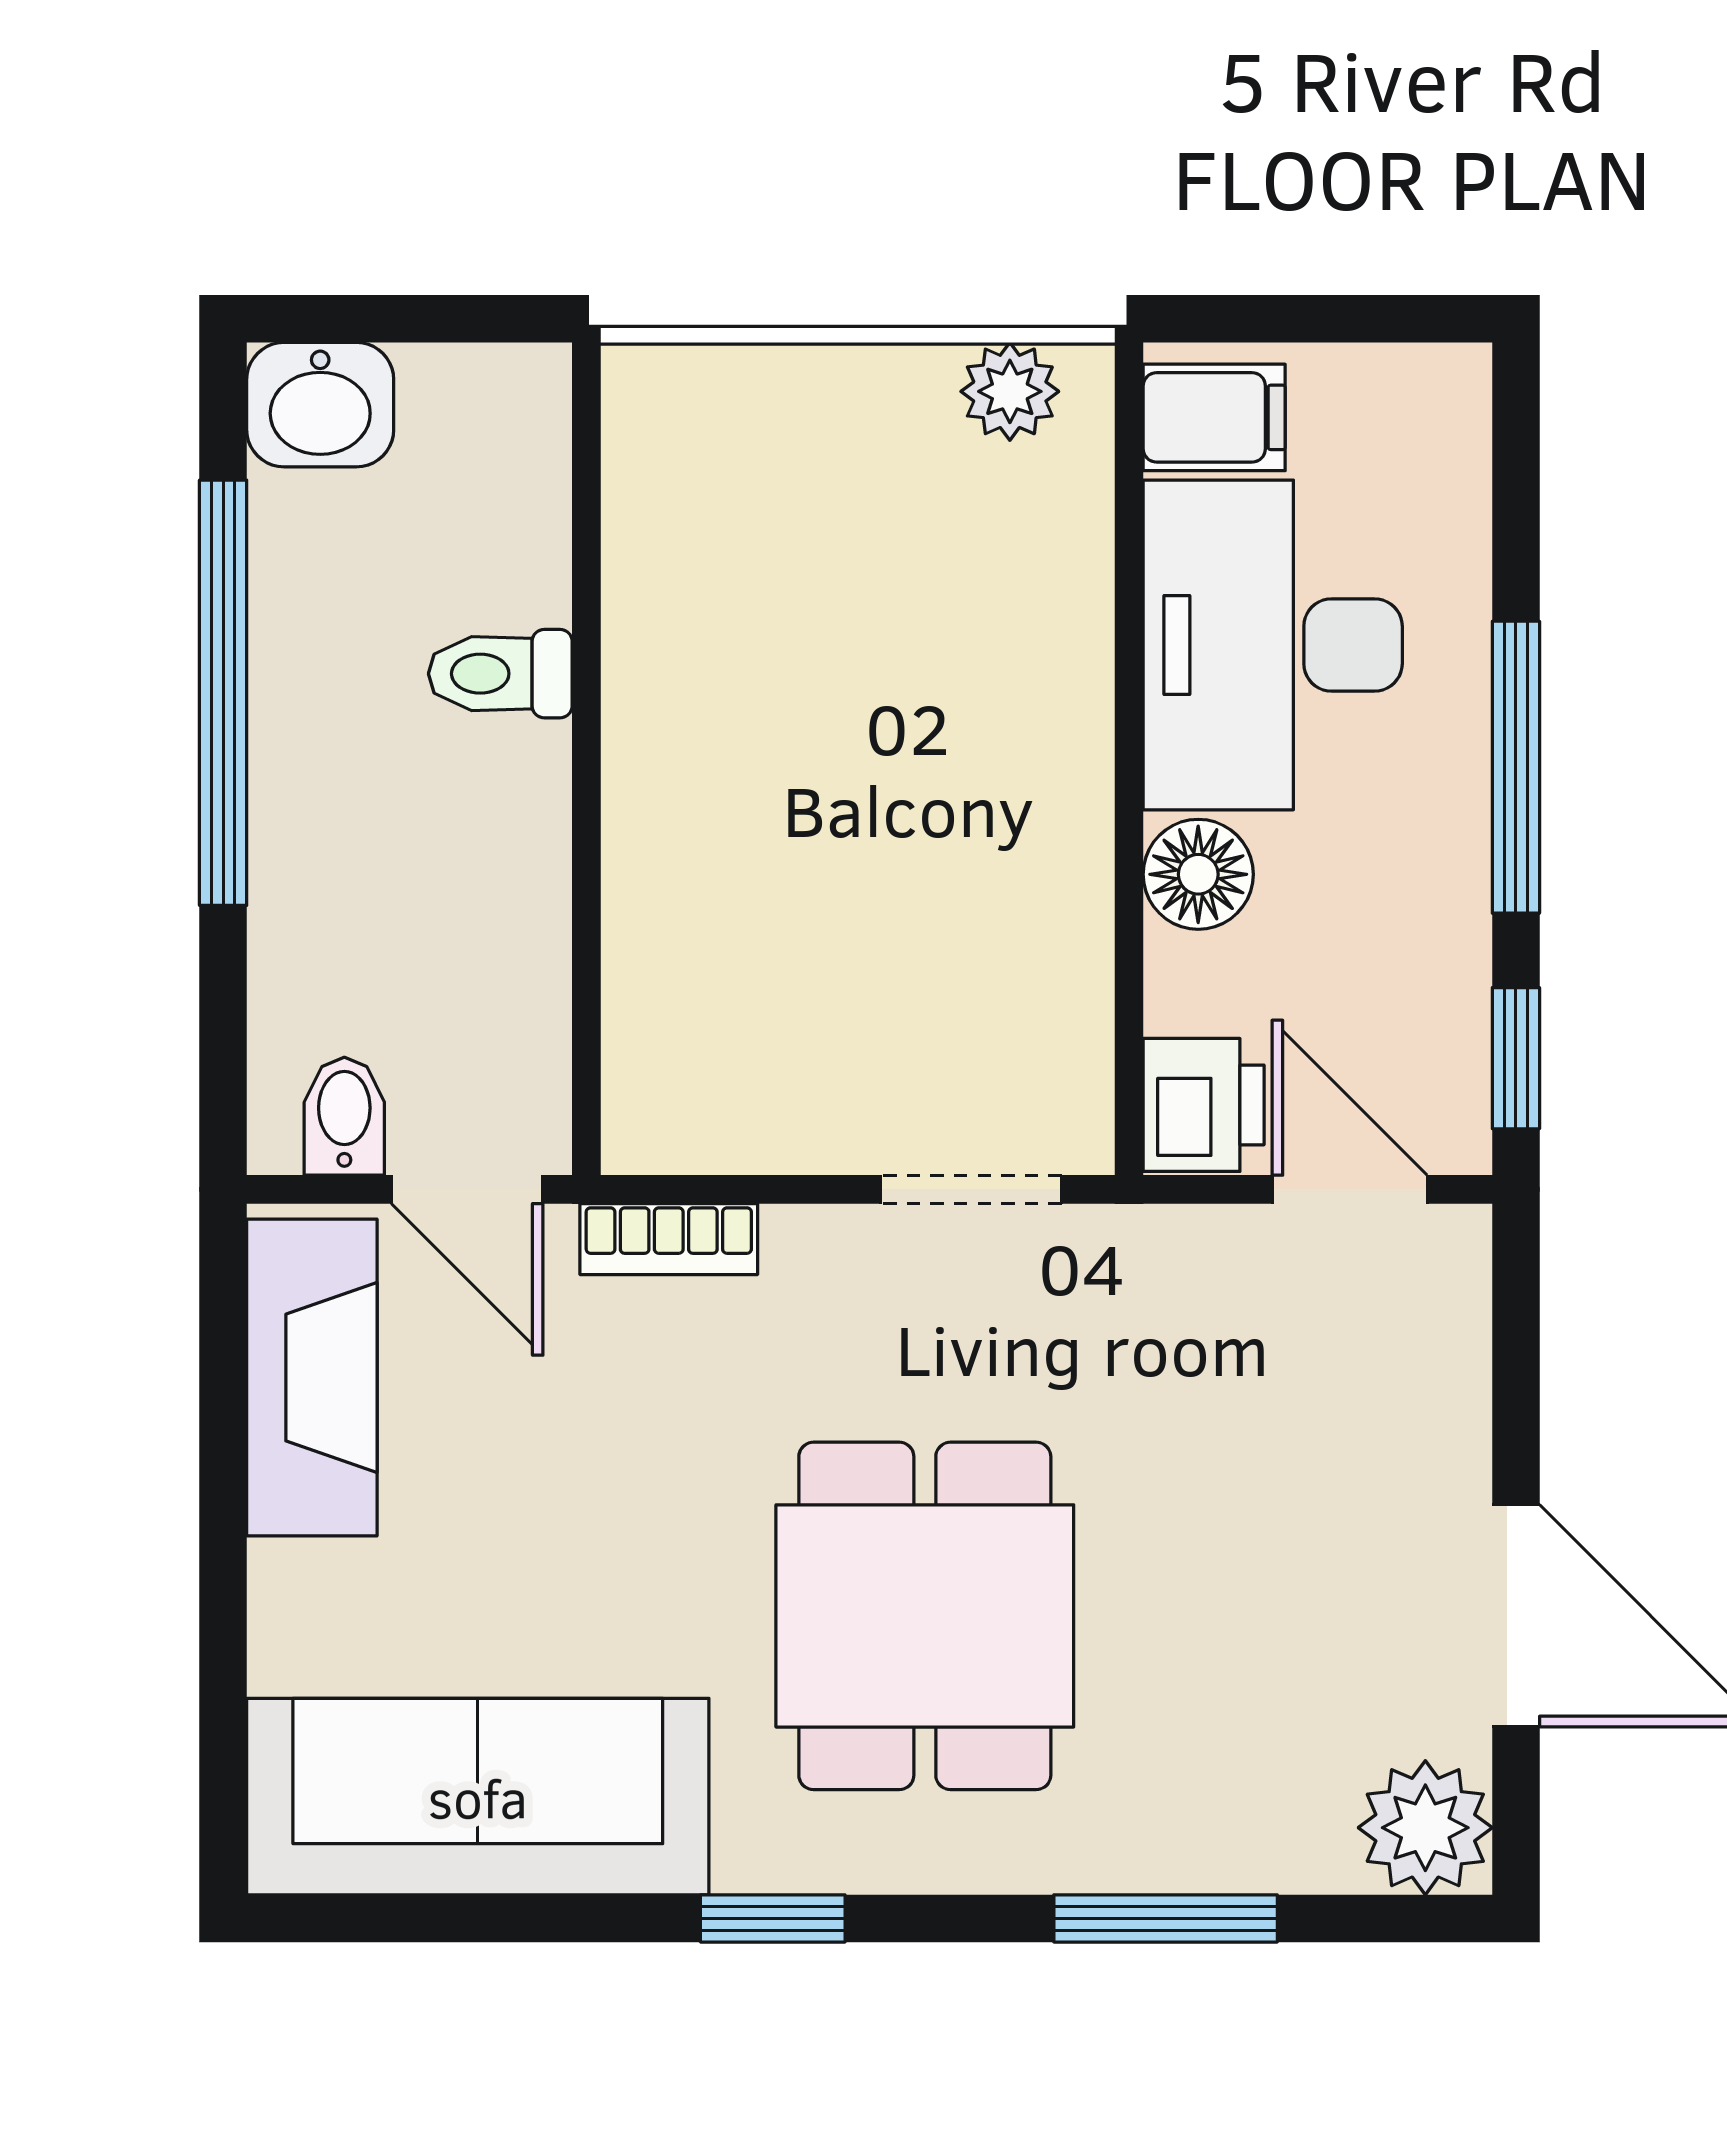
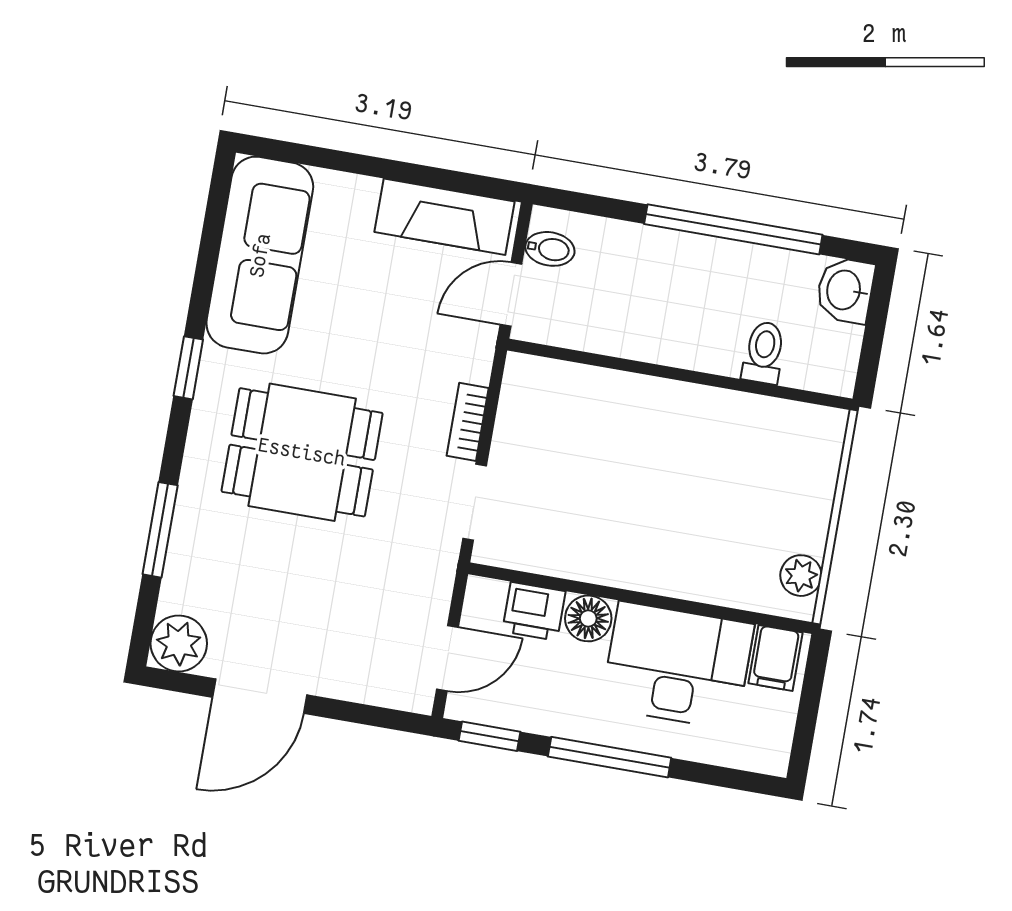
toilet: (500, 674) -> (764, 353), moved
printer: (1204, 1105) -> (534, 611), moved
bookcase: (669, 1239) -> (468, 422), moved

